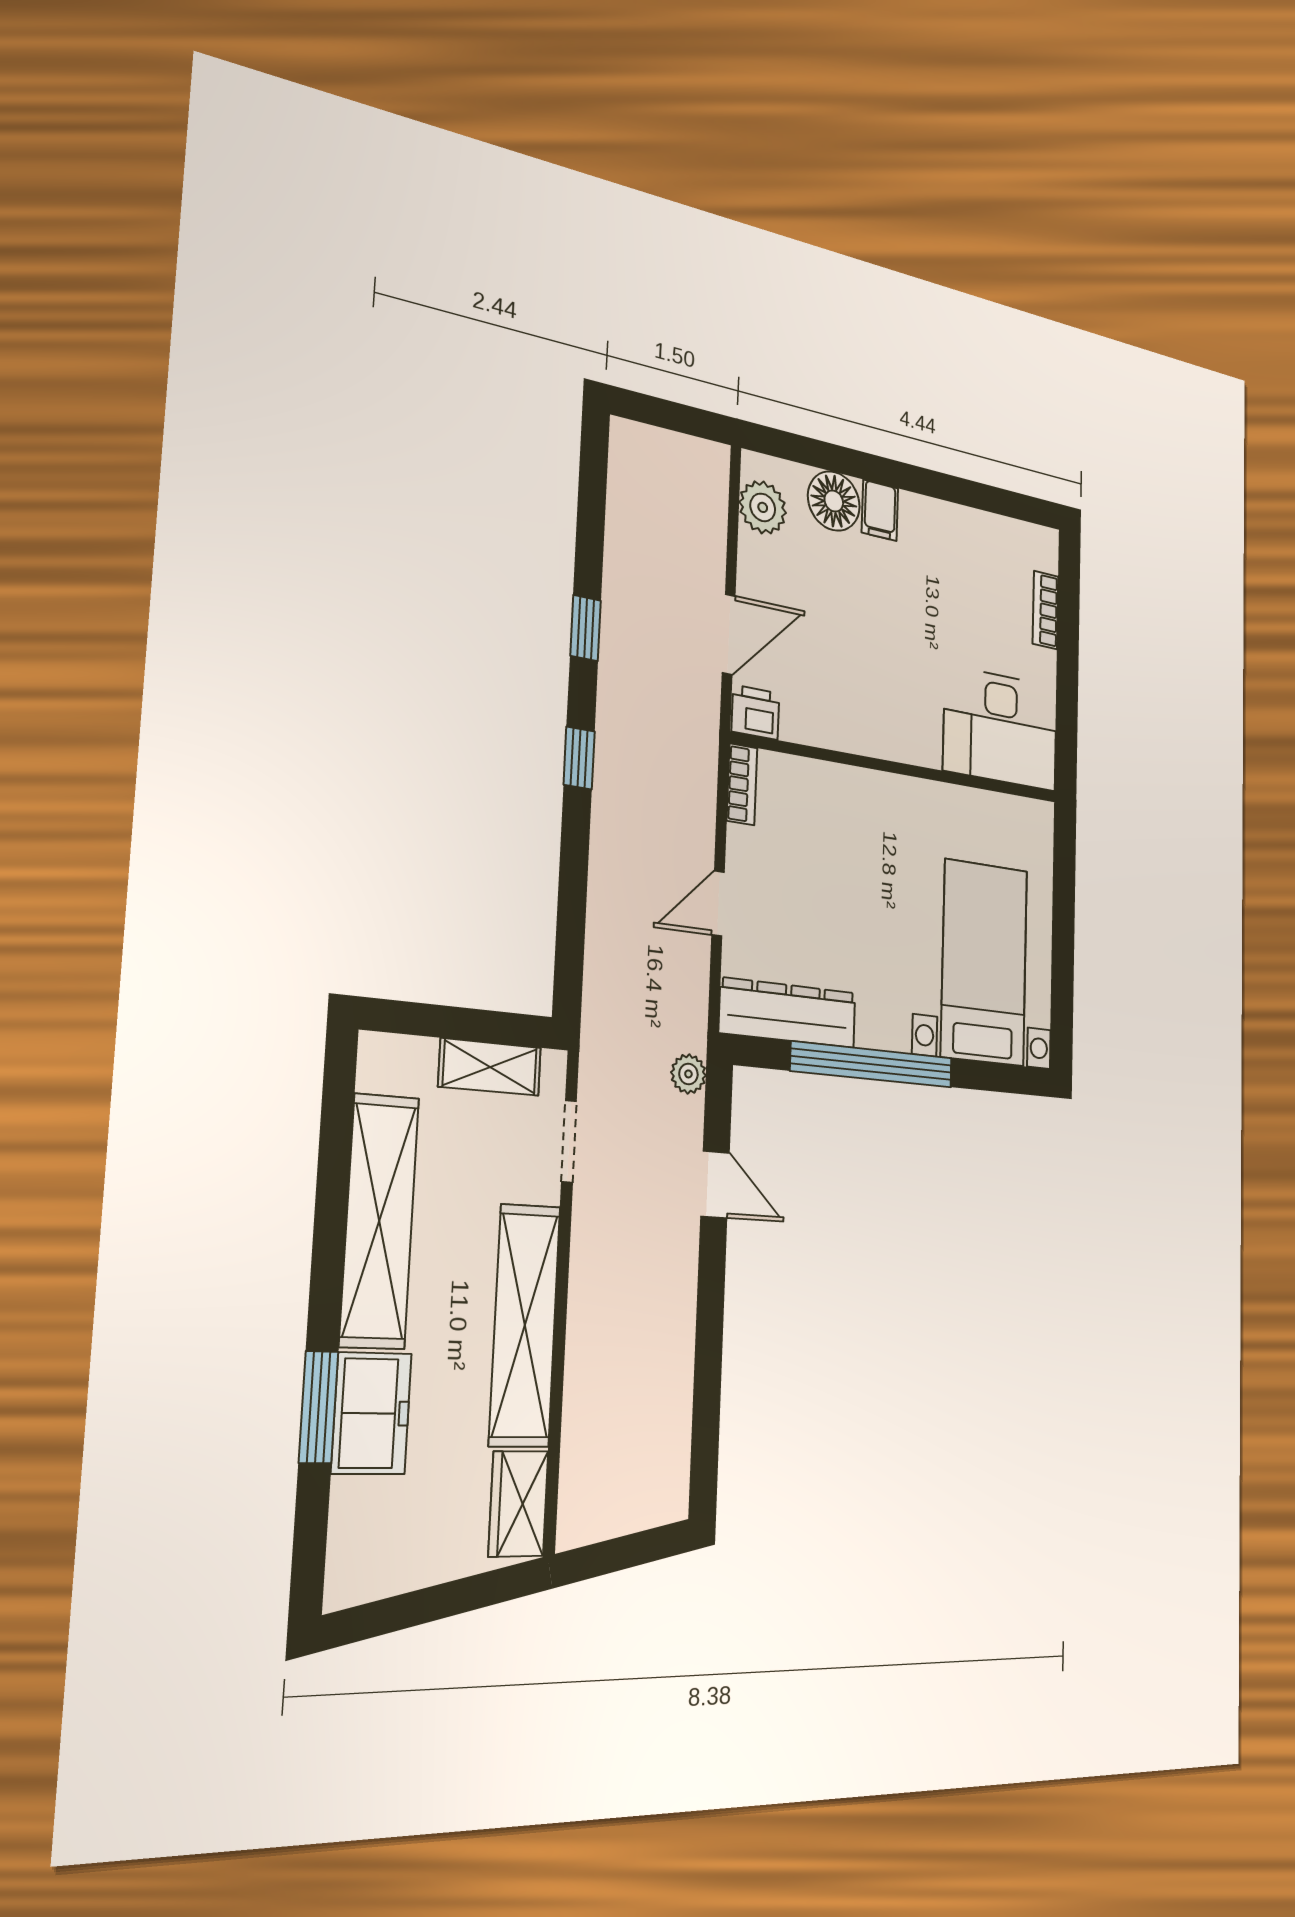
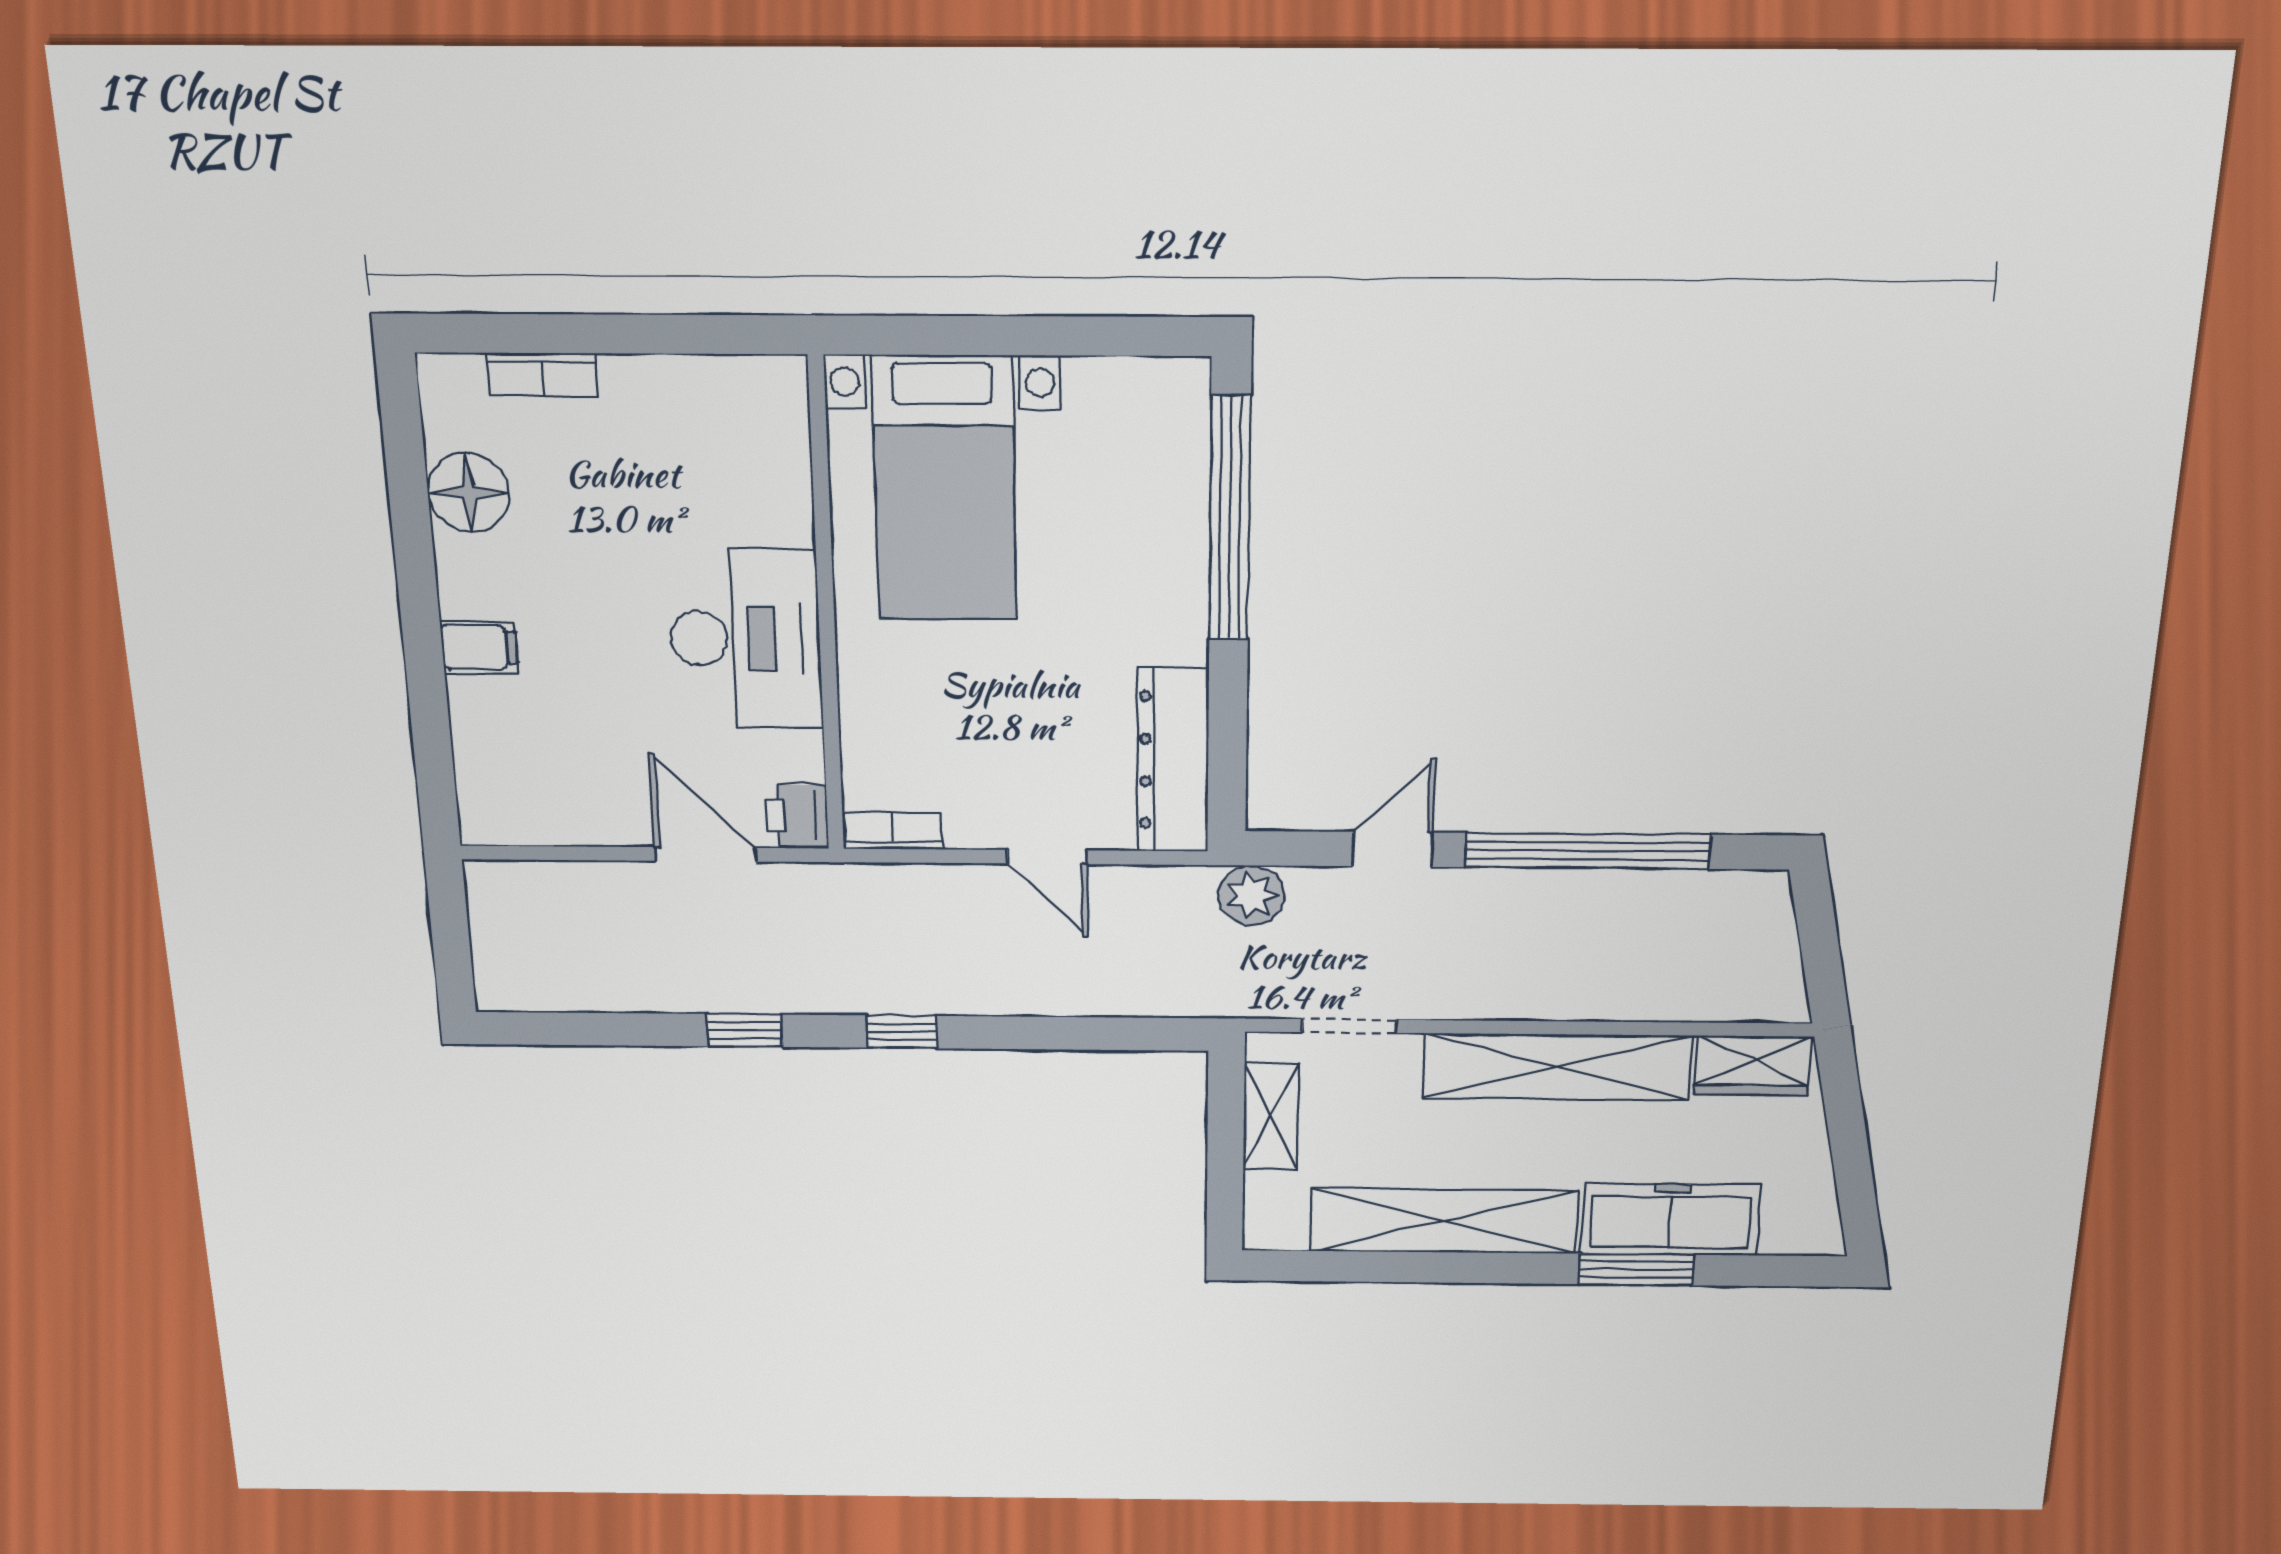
floor lamp: (834, 501) -> (469, 493), moved
plant: (763, 507) -> (528, 814), removed
desk: (1000, 728) -> (745, 639), moved
bed with nightstands: (984, 963) -> (945, 489), moved, turned -90
window: (872, 1064) -> (1230, 519), moved
plant: (688, 1074) -> (1252, 896), width x1.38, depth x1.38
window: (709, 1347) -> (1588, 851), added
freezer: (372, 1413) -> (1670, 1219), width x1.40

